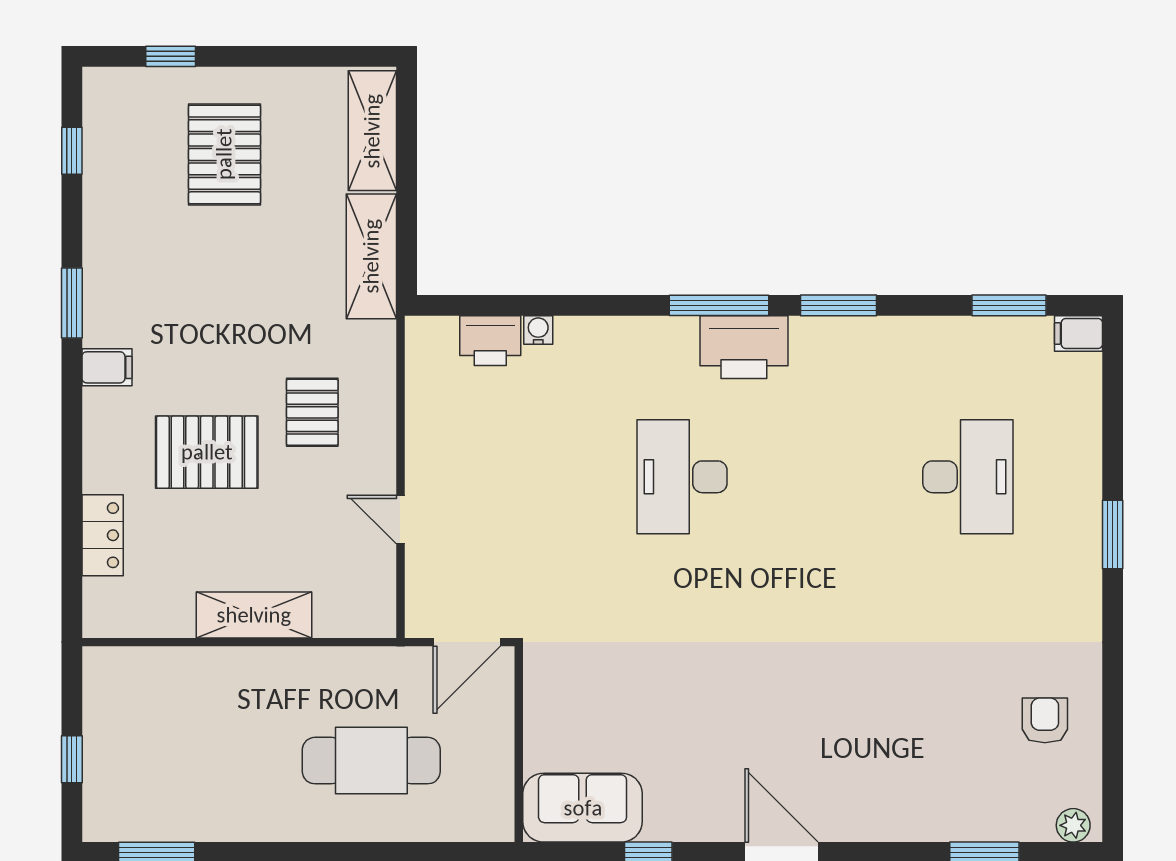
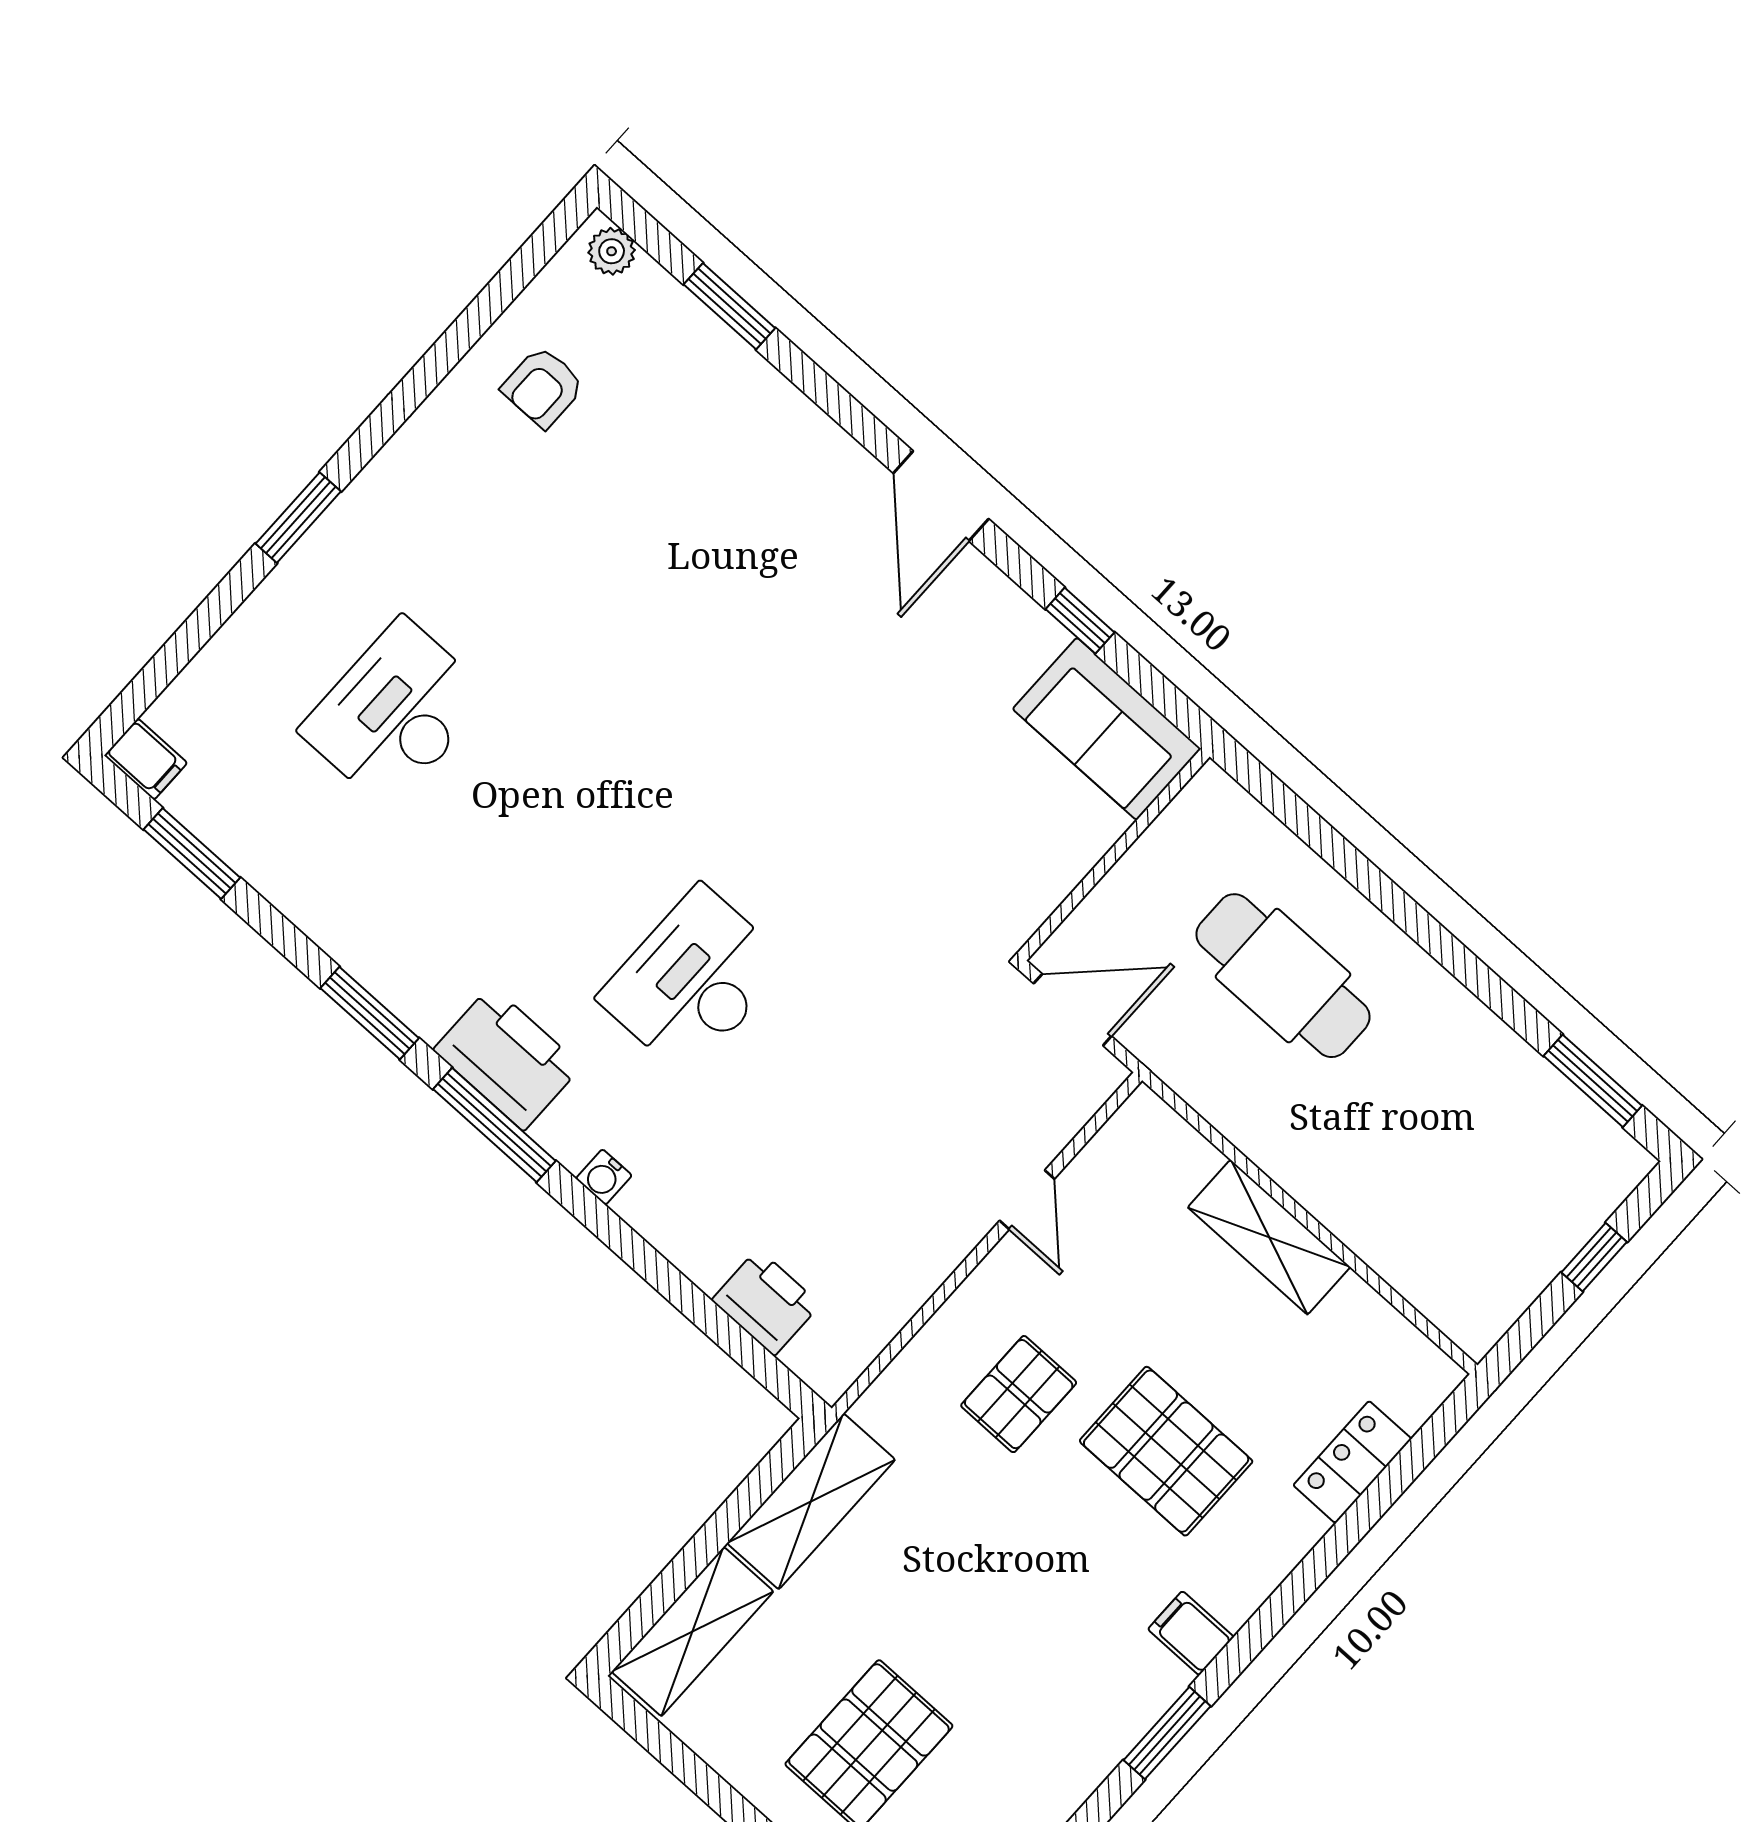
water cooler: (538, 330) -> (604, 1177), moved
desk: (682, 477) -> (693, 981), turned 180

